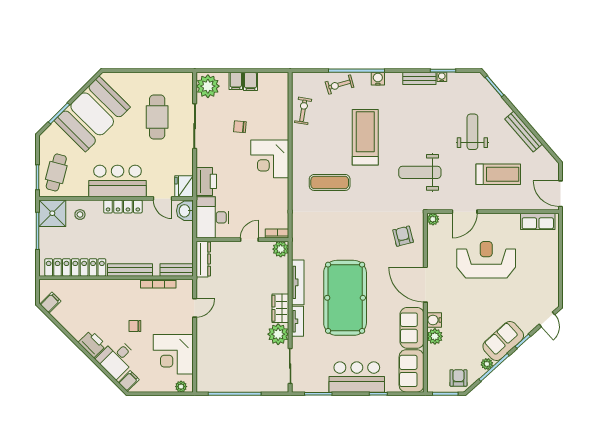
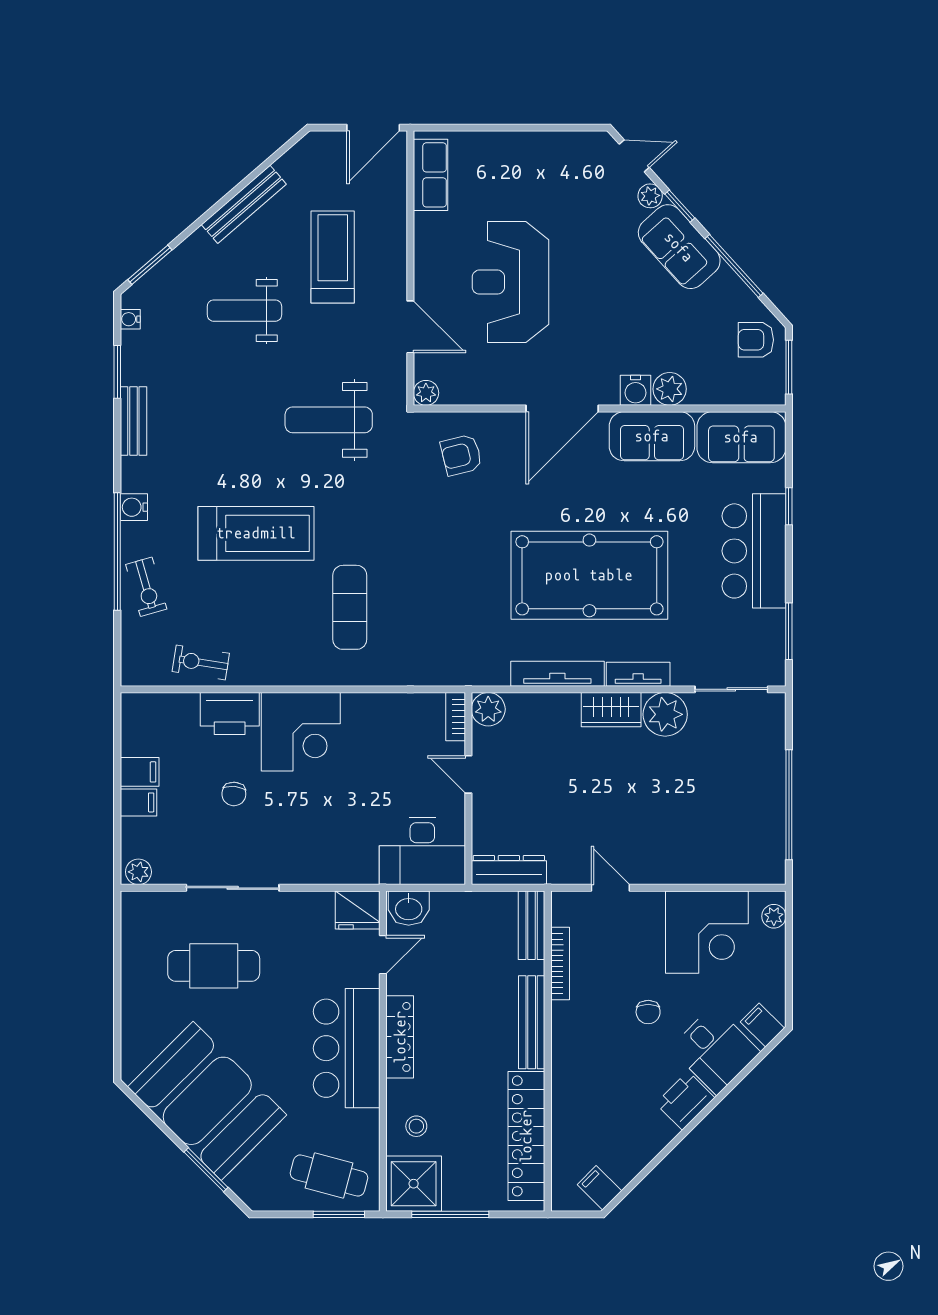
water cooler: (442, 77) -> (130, 319), moved
plant: (208, 86) -> (138, 872), width x0.53, depth x0.53
treadmill: (365, 137) -> (256, 533), turned 180
weight bench: (420, 172) -> (329, 420), turned 90
printer: (206, 181) -> (230, 713), moved, turned 180
plant: (487, 364) -> (650, 196), moved

